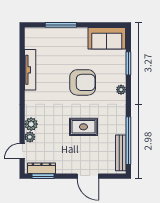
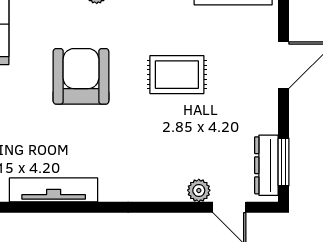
plant: (31, 124) -> (171, 188), removed
rug: (83, 127) -> (177, 75), turned 90

